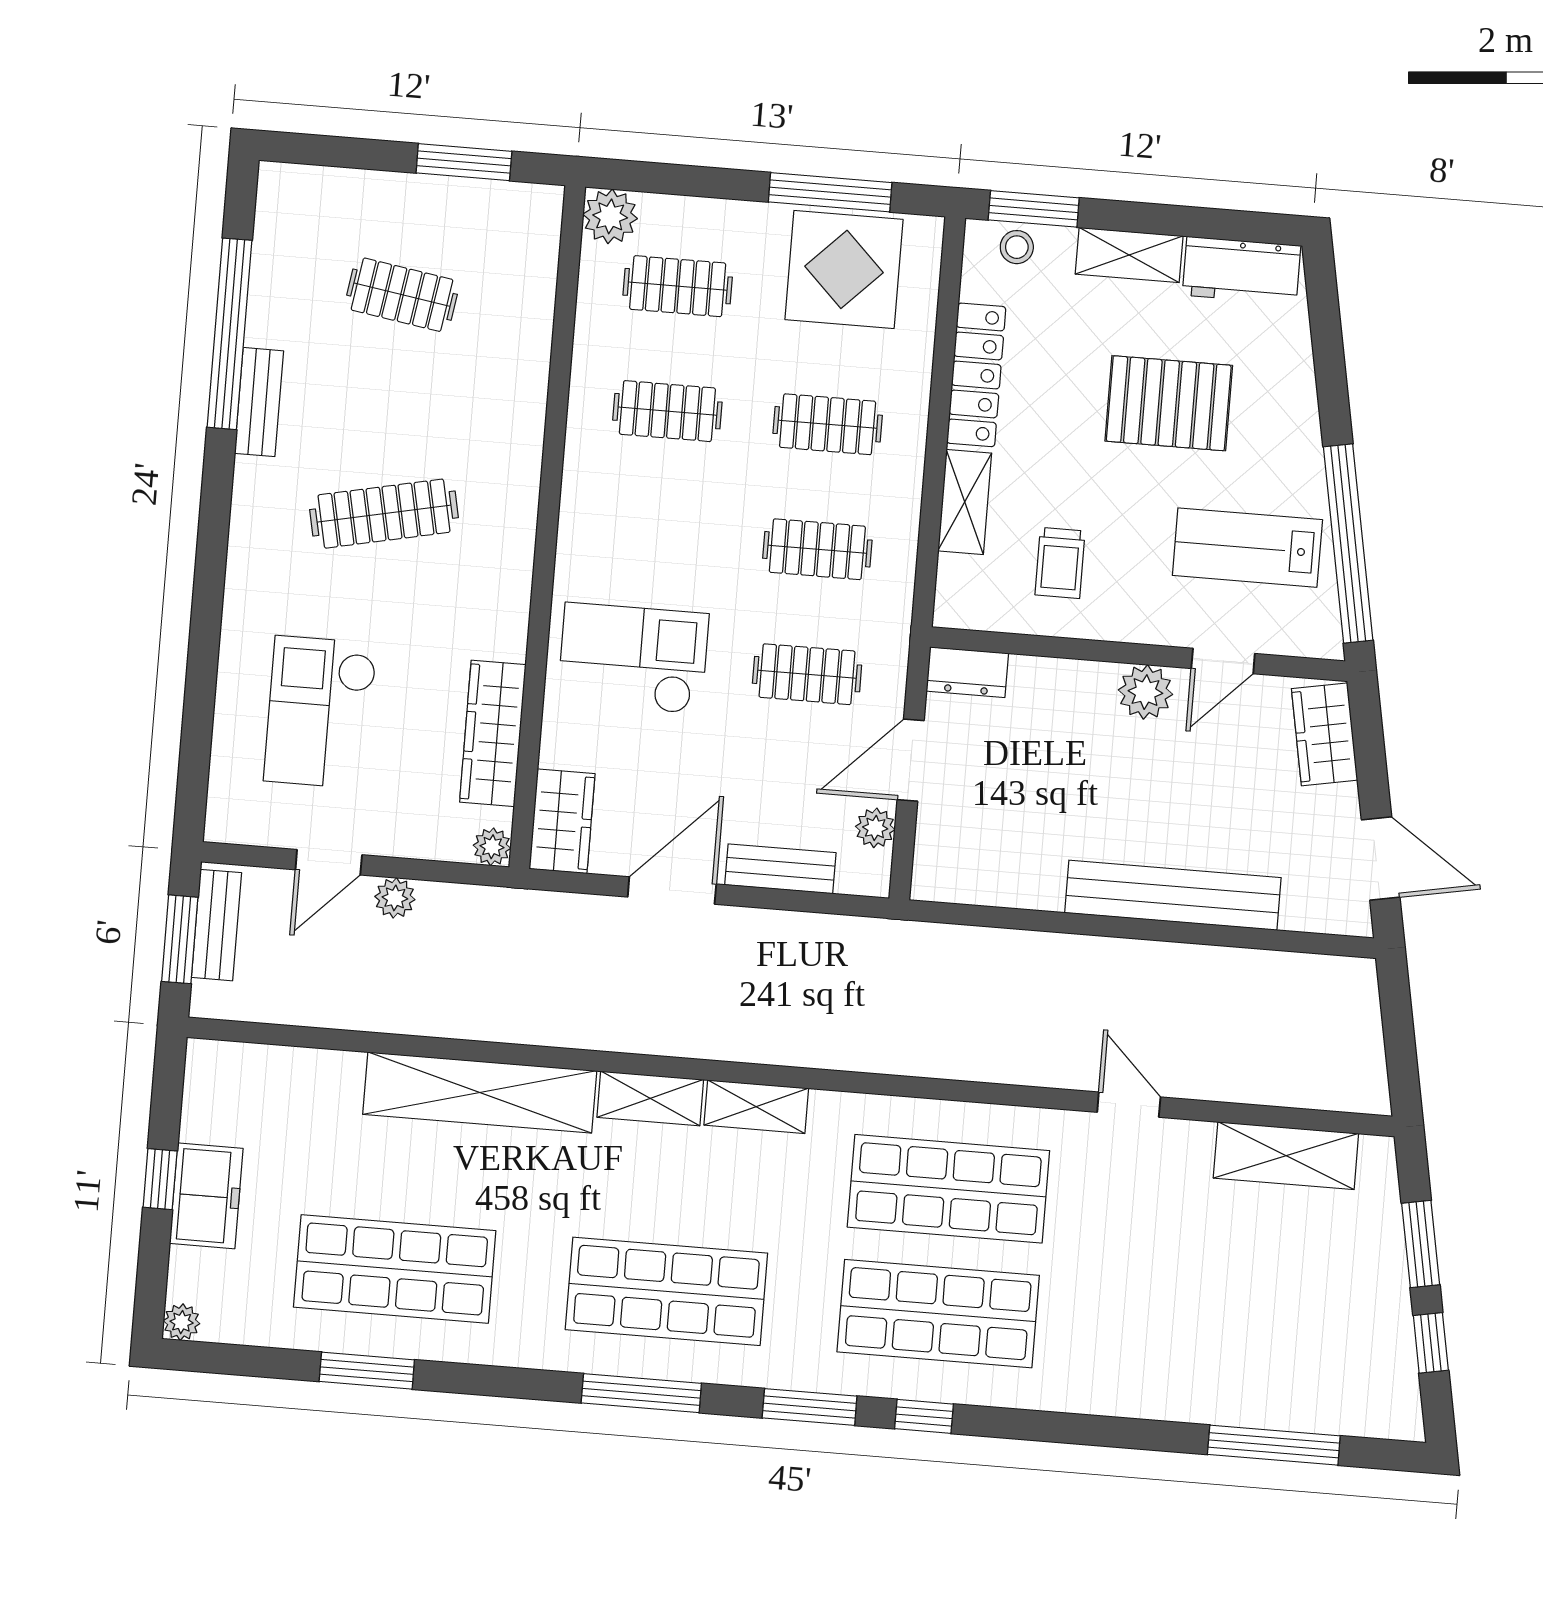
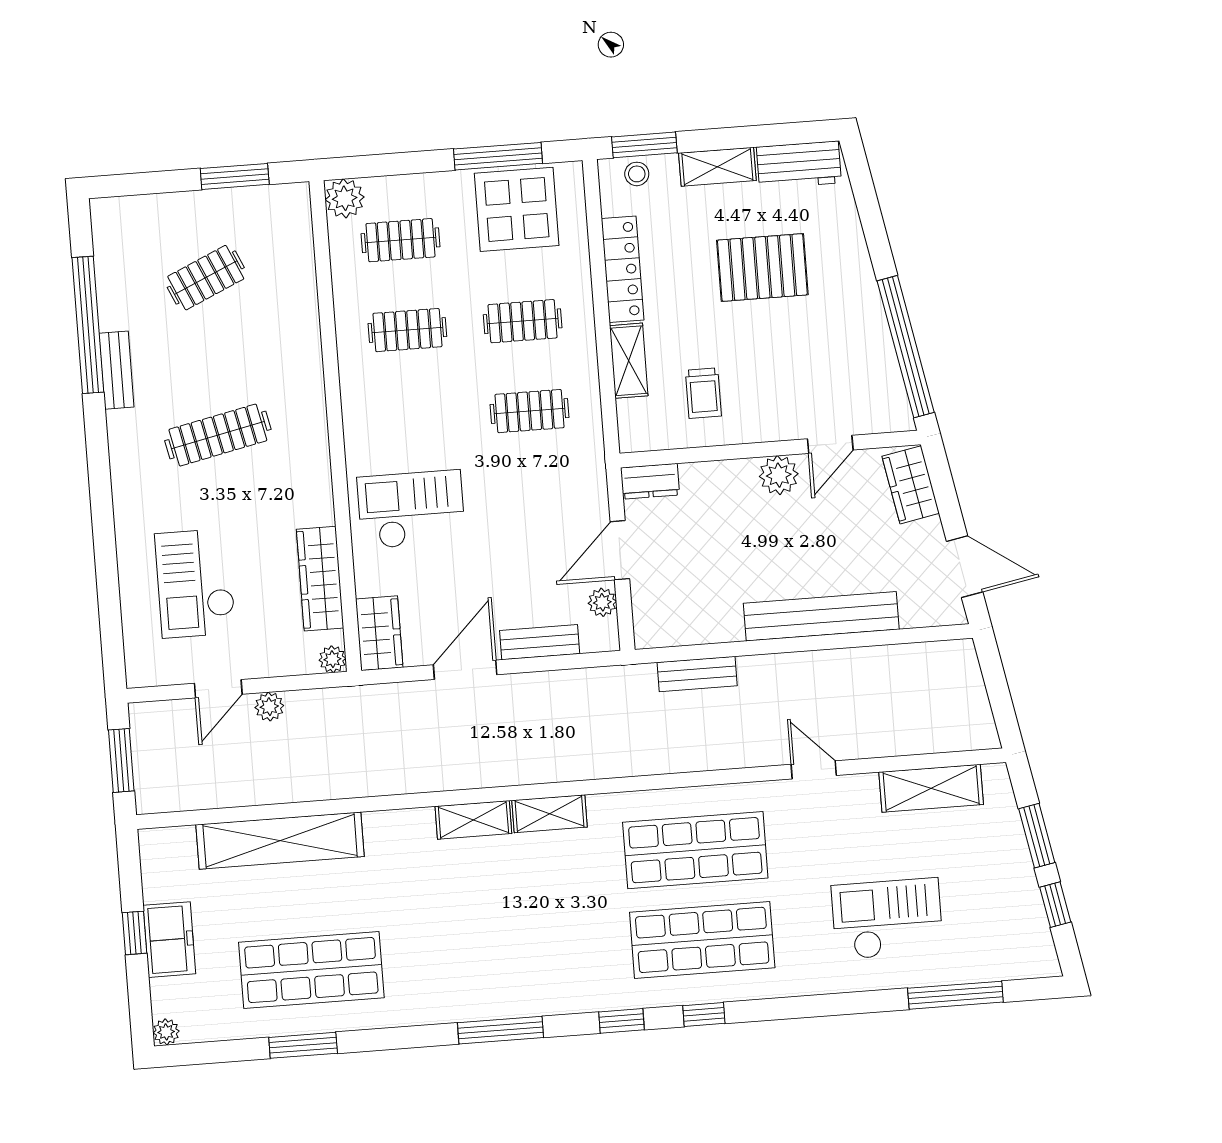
clothes rail: (402, 295) -> (206, 278), turned -33
lab bench: (1247, 548) -> (835, 361), removed
clothes rail: (807, 674) -> (536, 501), removed
bench: (216, 925) -> (697, 674), moved, turned 90
shelving: (480, 1092) -> (280, 841), moved
shop shelf: (666, 1291) -> (507, 955), removed
checkout: (1197, 1325) -> (887, 919), added
window: (810, 1407) -> (622, 1021), width x0.67

